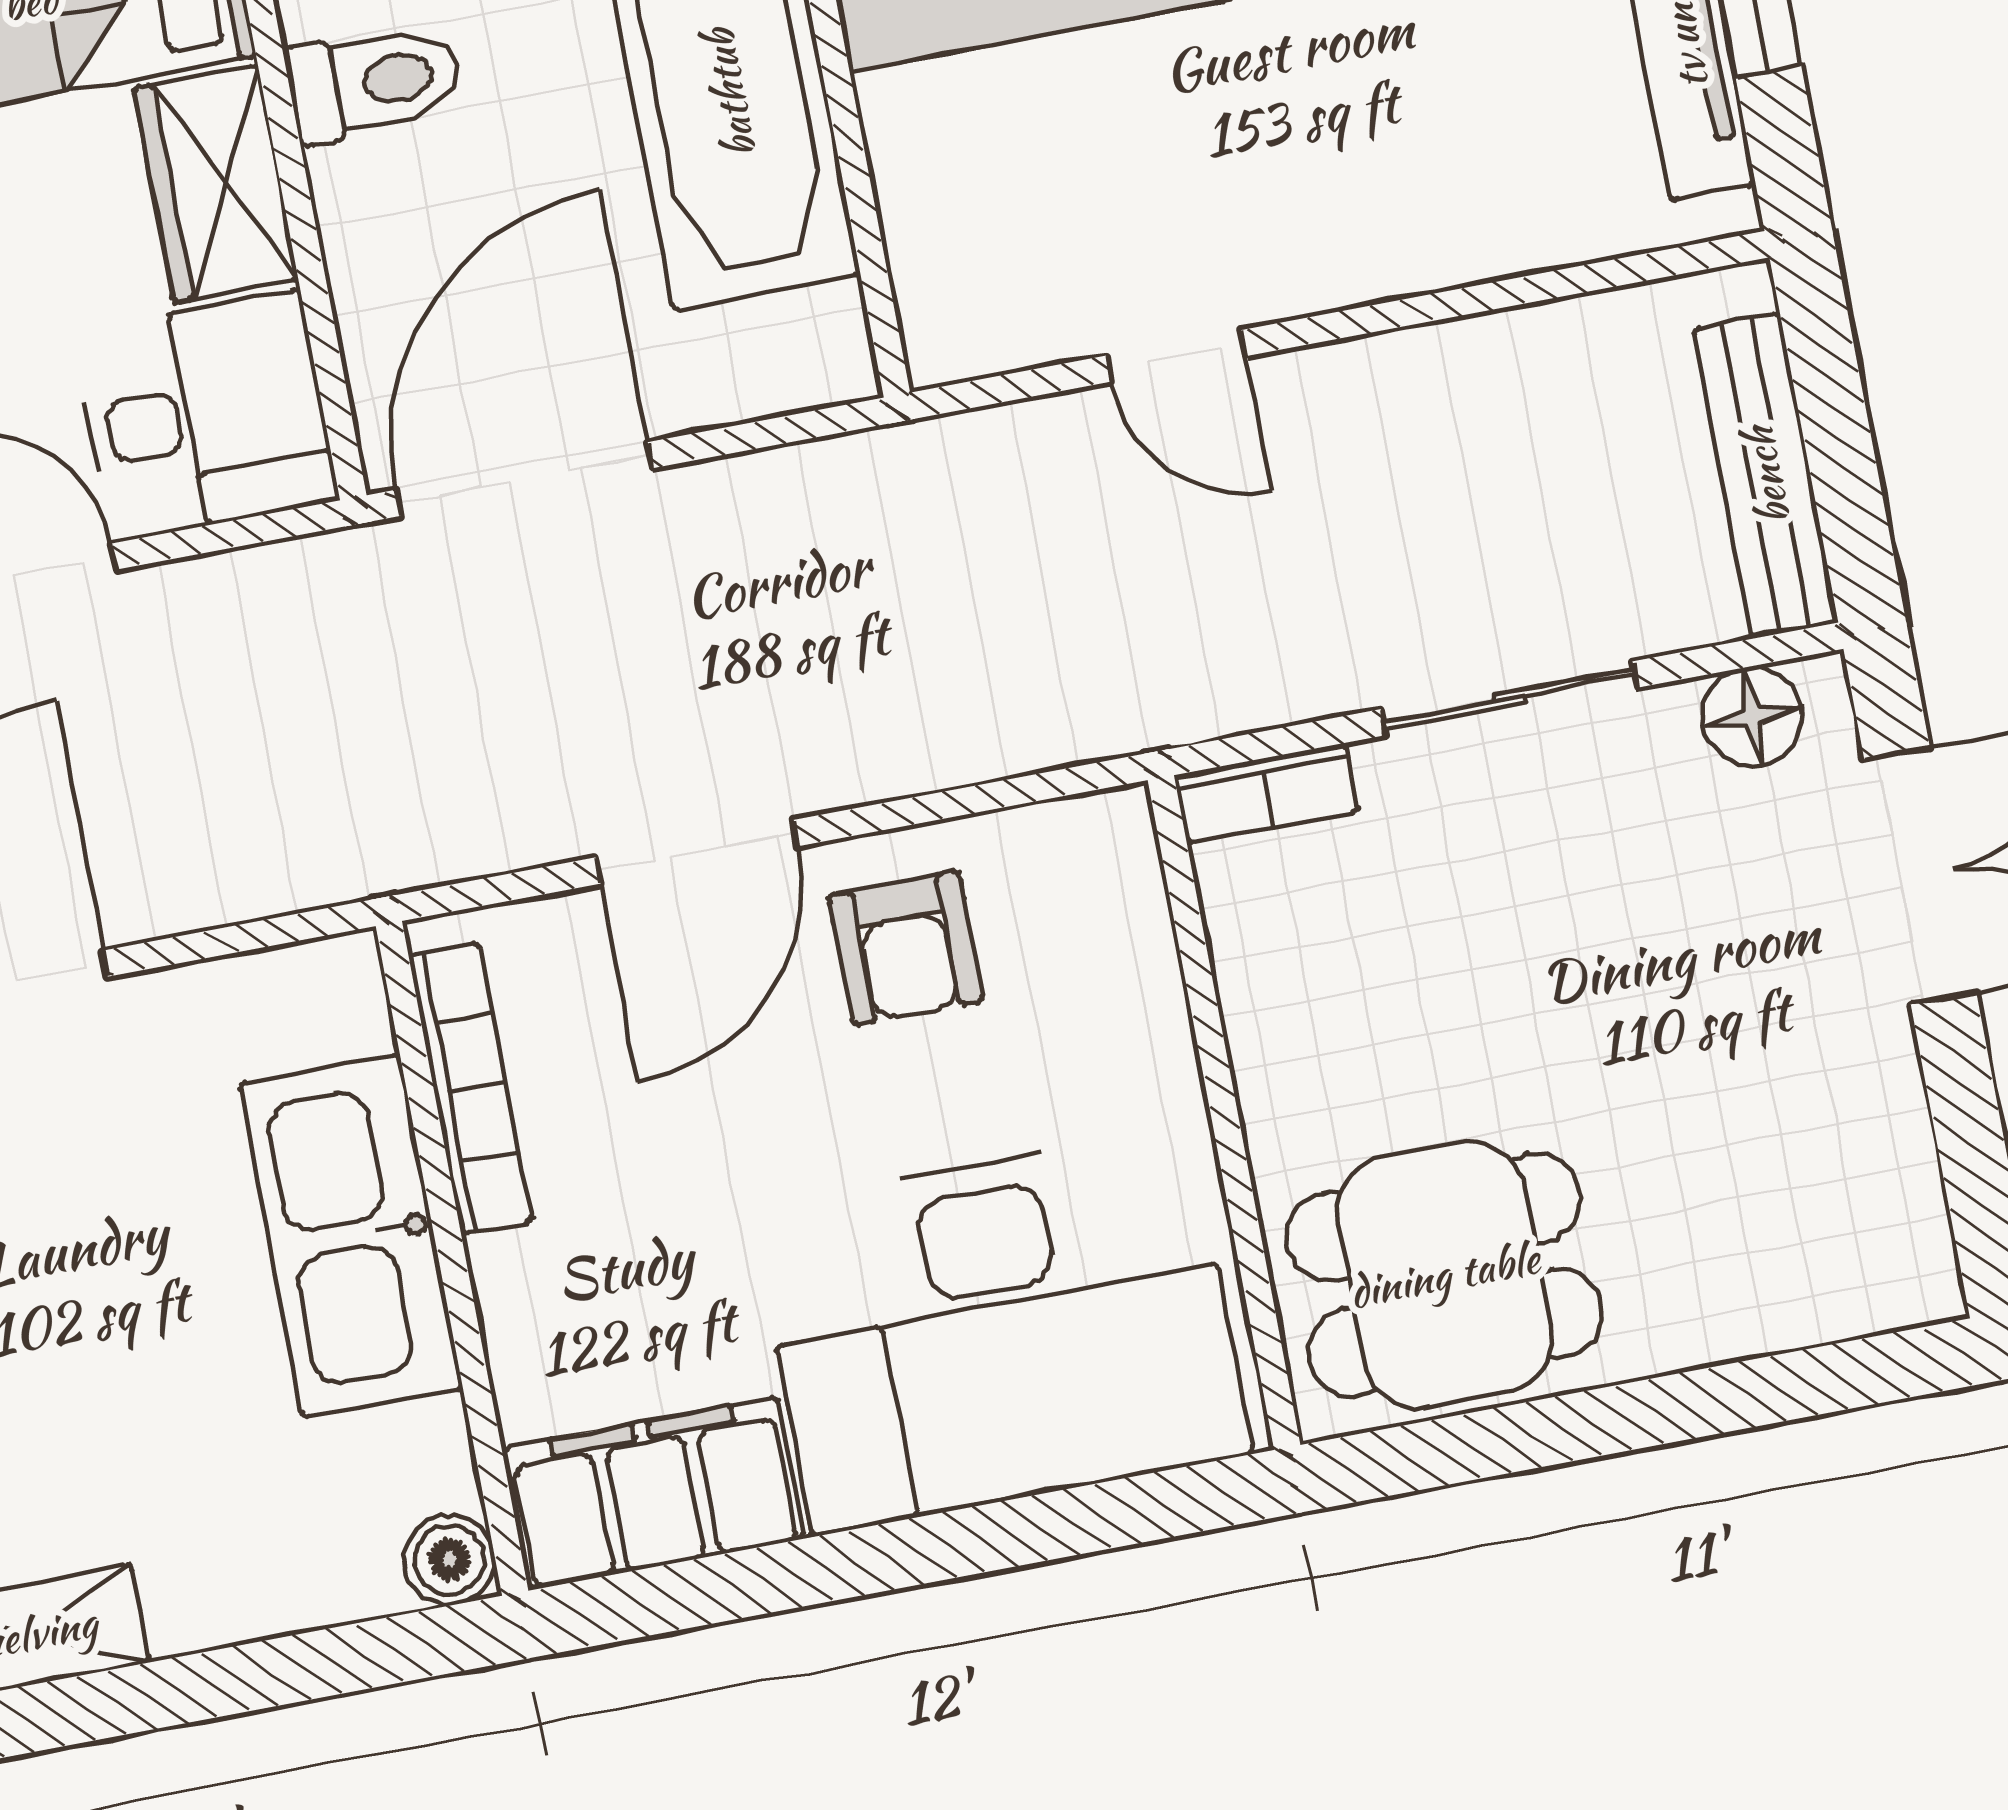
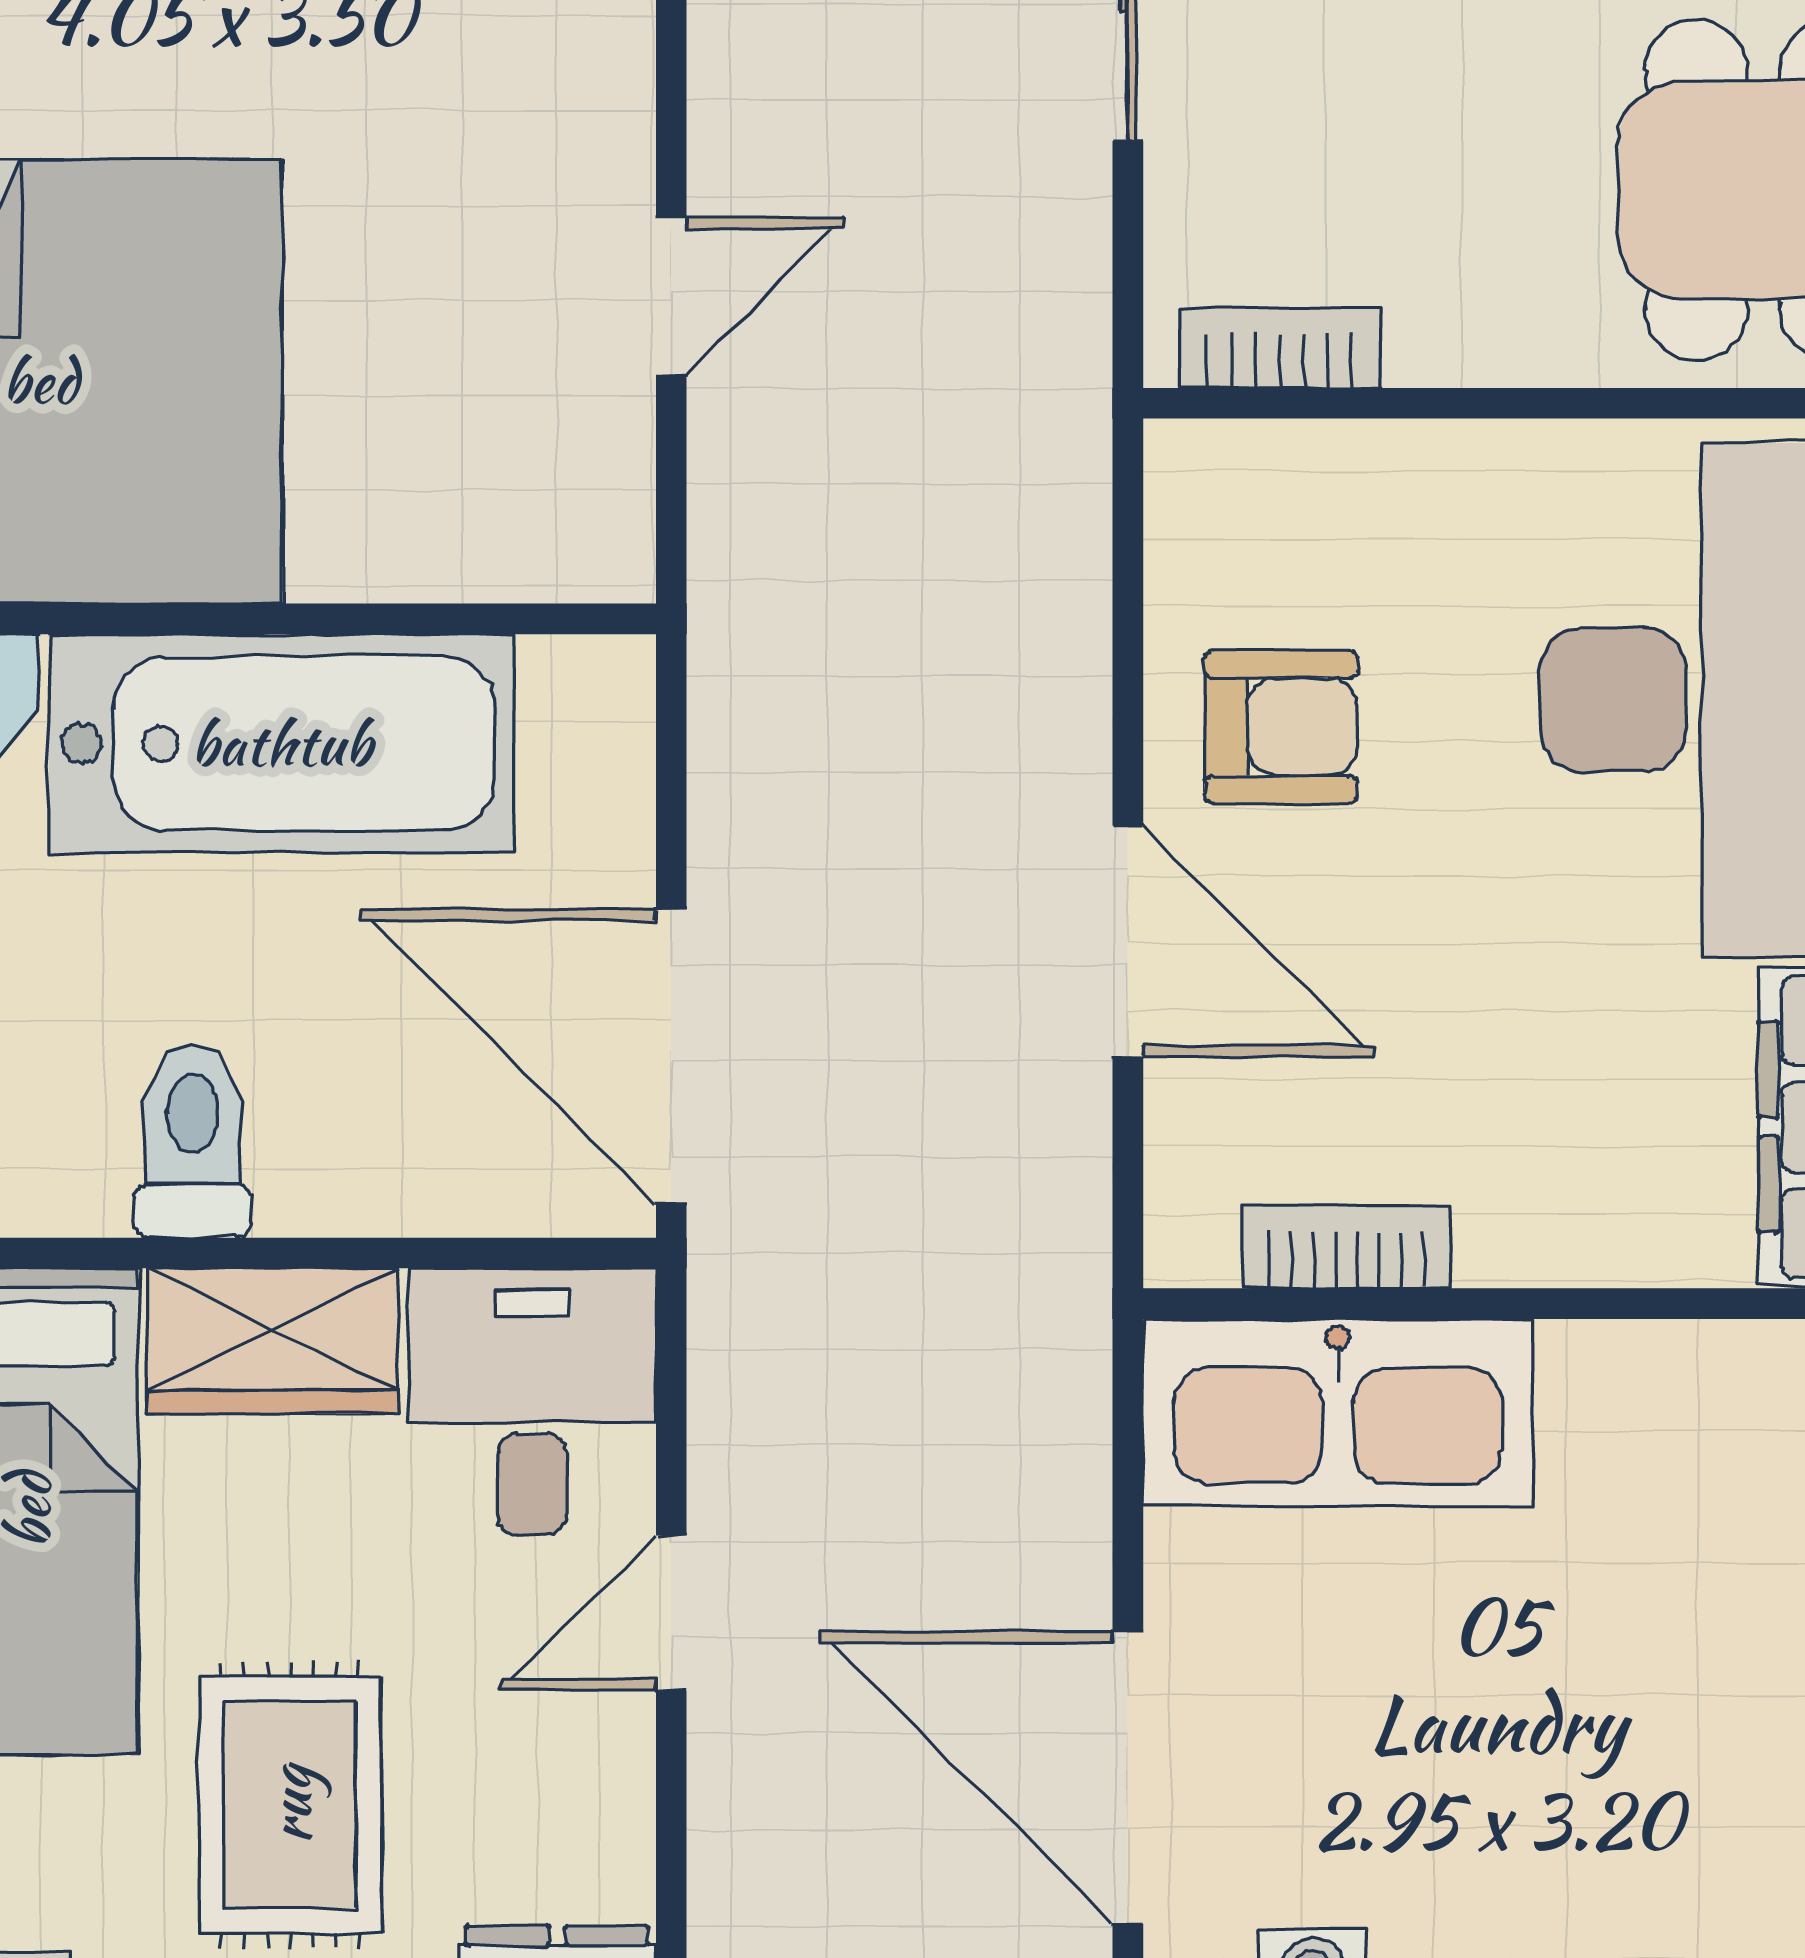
bookcase: (1266, 793) -> (1280, 348), moved, turned -90
bookcase: (470, 1089) -> (1346, 1247), width x0.64
kitchen sink: (351, 1236) -> (1338, 1412), moved

